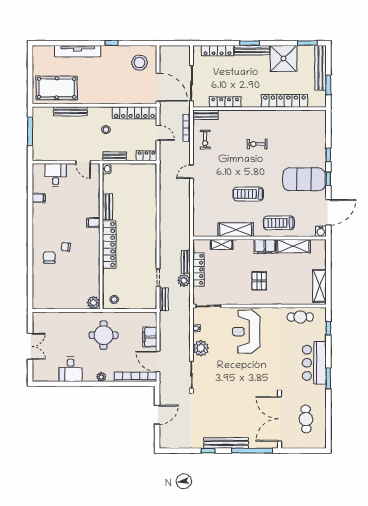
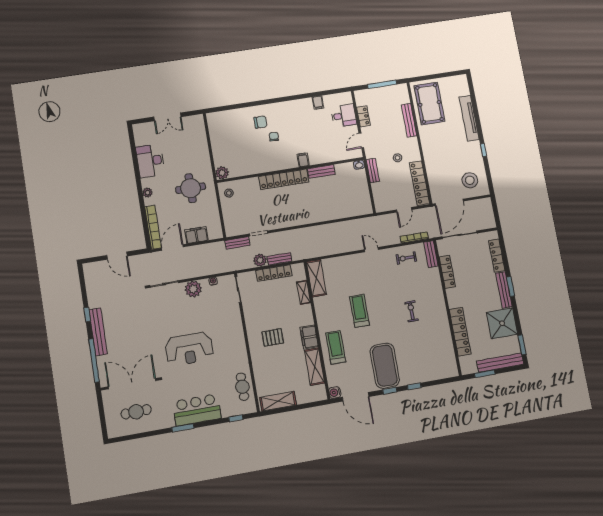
locker: (146, 156) -> (363, 116), moved
shelving: (236, 230) -> (316, 278), moved
reception desk: (246, 332) -> (189, 349), moved, turned 180
desk: (71, 369) -> (150, 161), width x1.37

